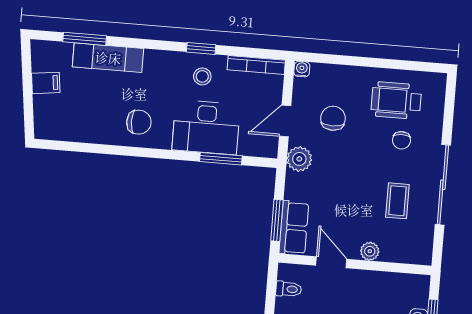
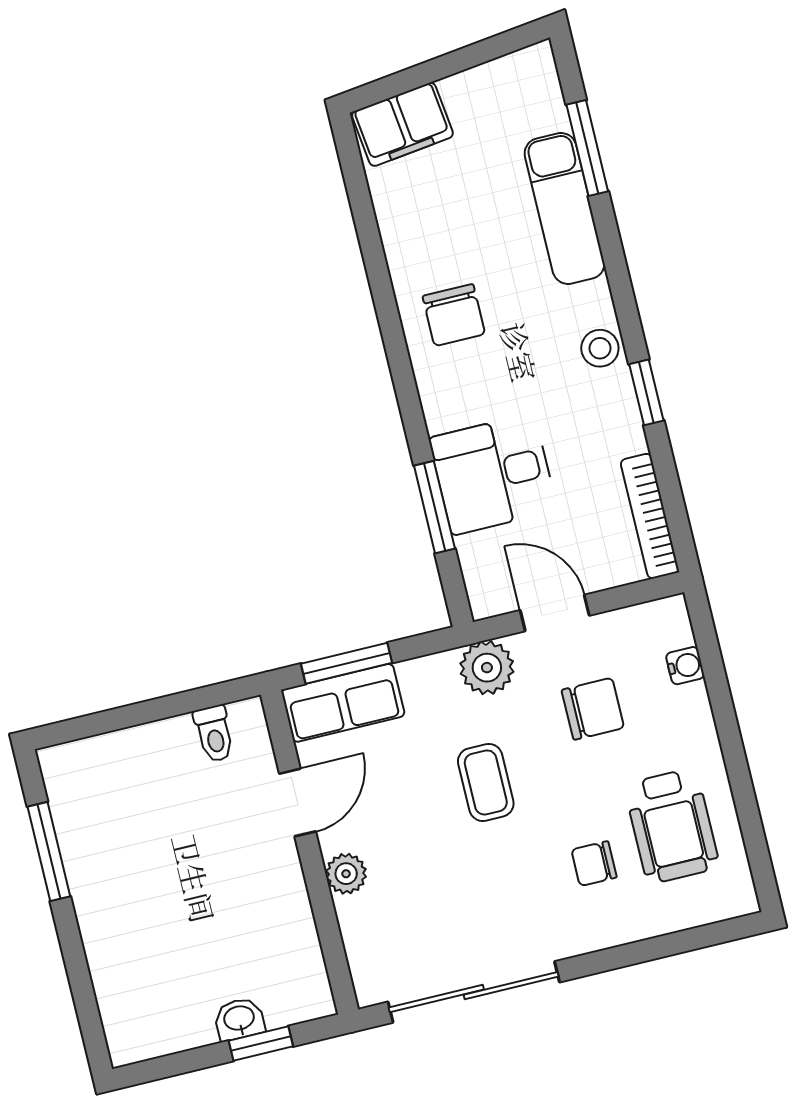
water cooler: (302, 69) -> (685, 666), moved
stool: (202, 76) -> (600, 348), moved
filing cabinet: (46, 83) -> (402, 124), moved, width x2.00
wheelchair: (396, 100) -> (672, 826), turned 180
desk: (206, 127) -> (493, 474), width x0.73
sliding door: (443, 185) -> (474, 992), moved
coffee table: (397, 201) -> (486, 782), moved, turned 90

